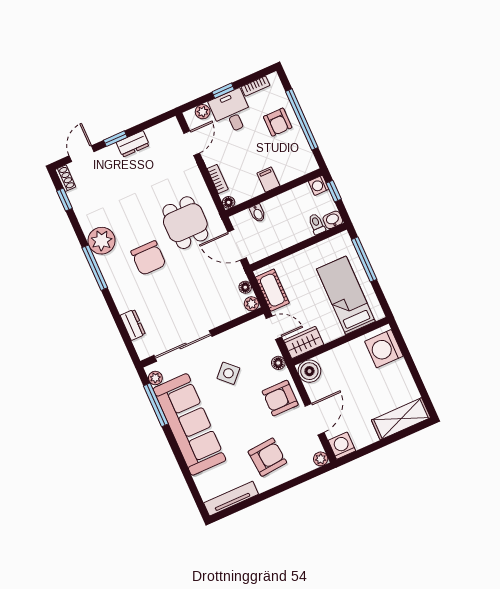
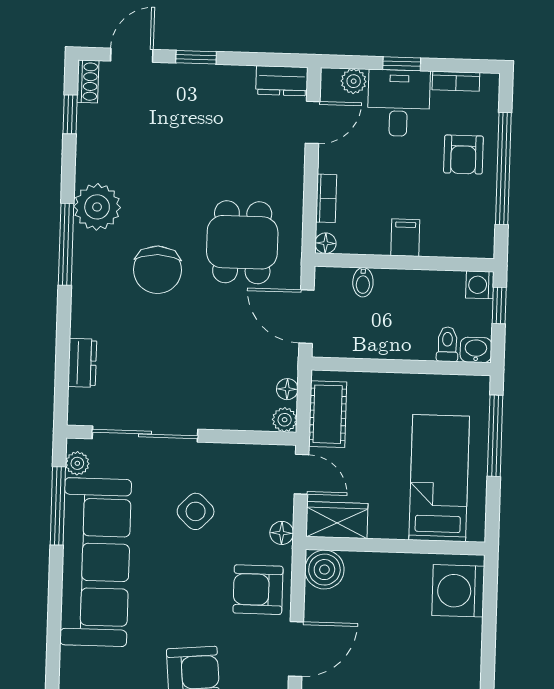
dresser: (133, 144) -> (282, 81), moved

